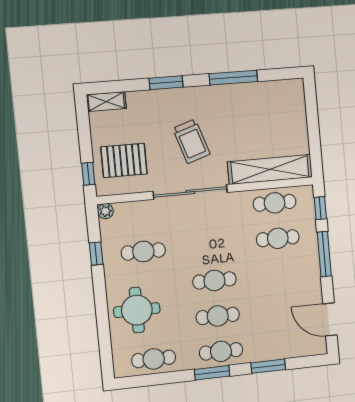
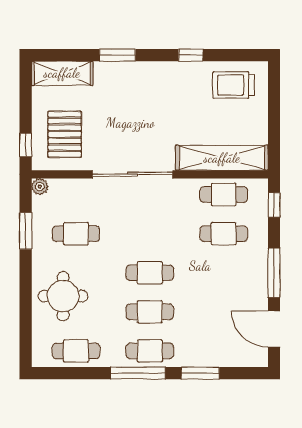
window: (233, 78) -> (191, 55), width x0.46
shelving: (106, 102) -> (62, 73), width x1.50, depth x1.33
trolley: (191, 141) -> (234, 85), moved, turned 108
pallet: (124, 160) -> (65, 134), turned 90
window: (96, 254) -> (26, 231), width x1.50
window: (324, 254) -> (274, 273), moved
window: (212, 373) -> (138, 373), width x1.44

